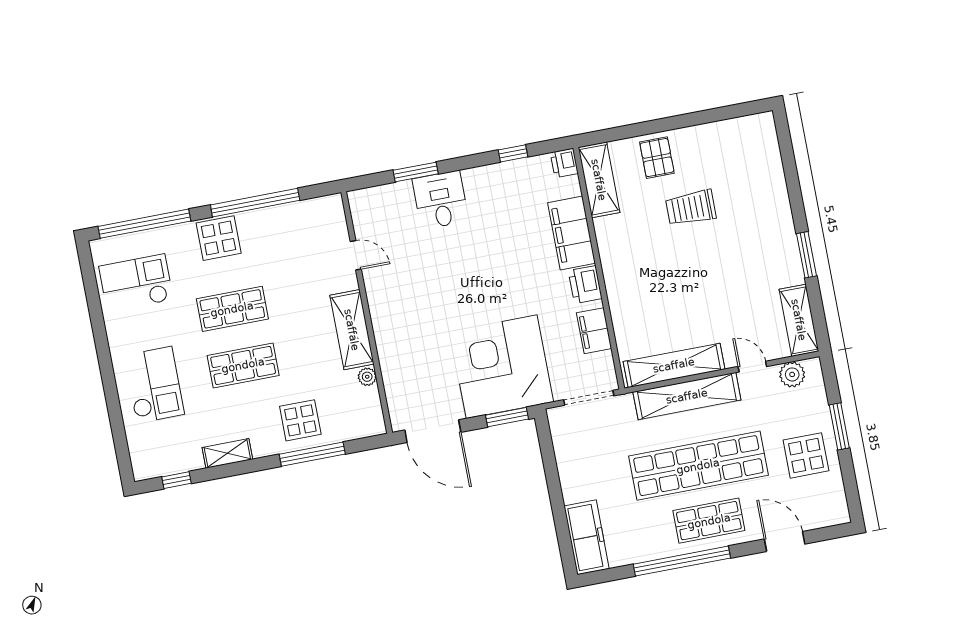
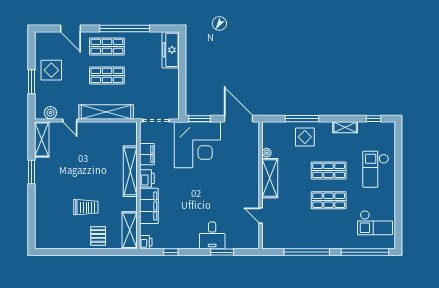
display table: (219, 238) -> (329, 238), removed
shelving: (674, 365) -> (130, 171), moved, turned 90
shop shelf: (698, 466) -> (107, 75), width x0.50, depth x0.74

